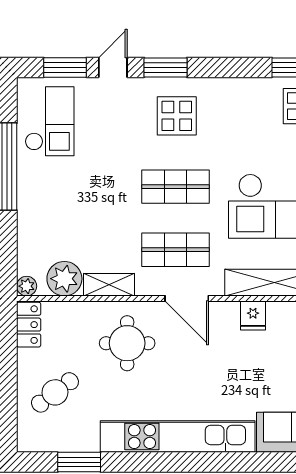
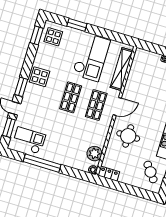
display table: (177, 116) -> (40, 77), moved
shelving: (109, 285) -> (102, 136), removed
fridge: (253, 316) -> (132, 82), removed
cafe table: (55, 392) -> (150, 172), moved

